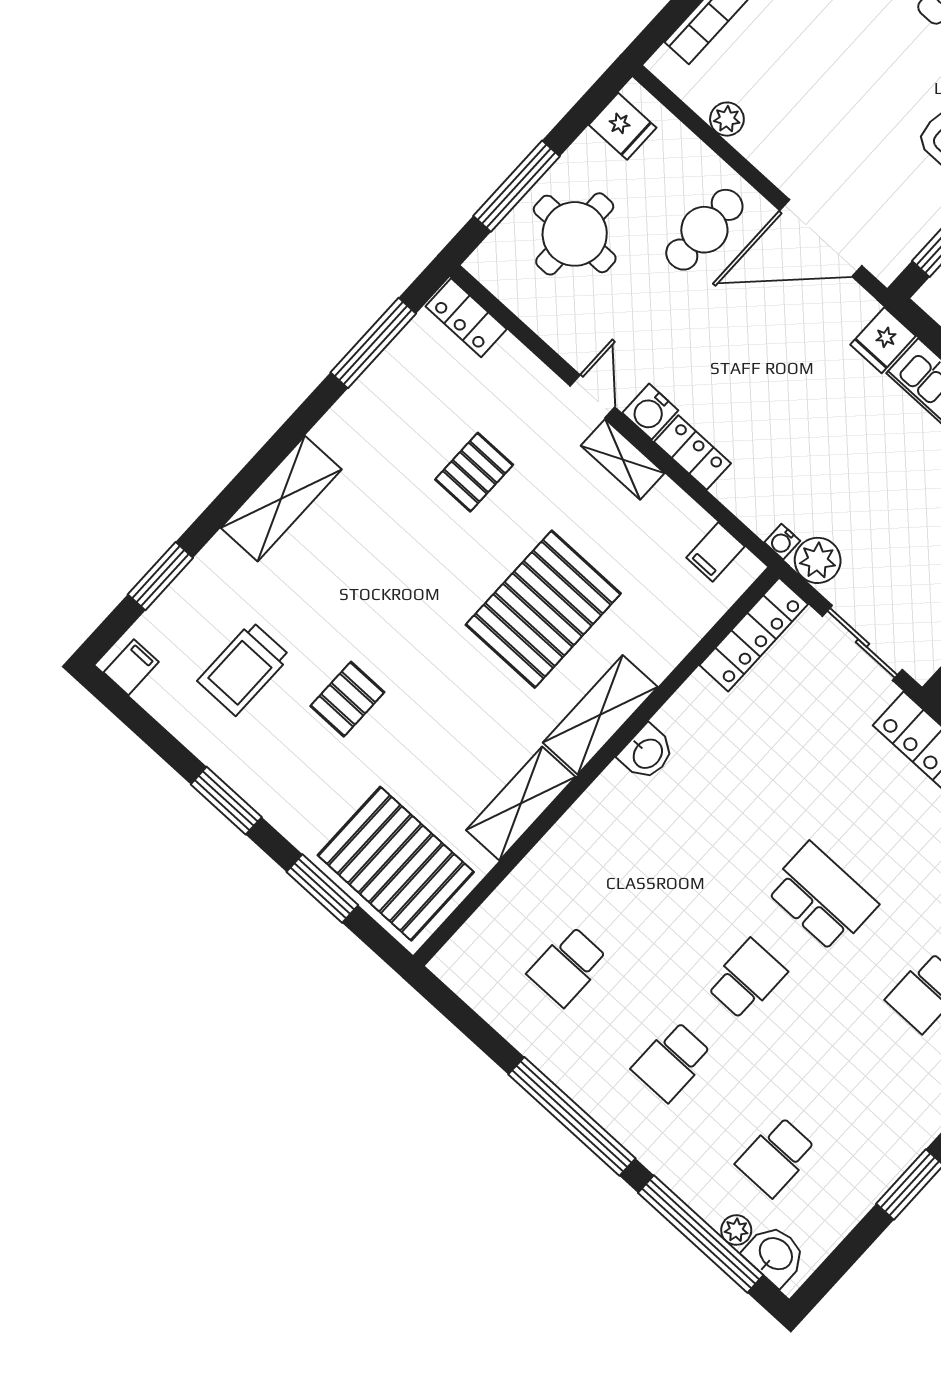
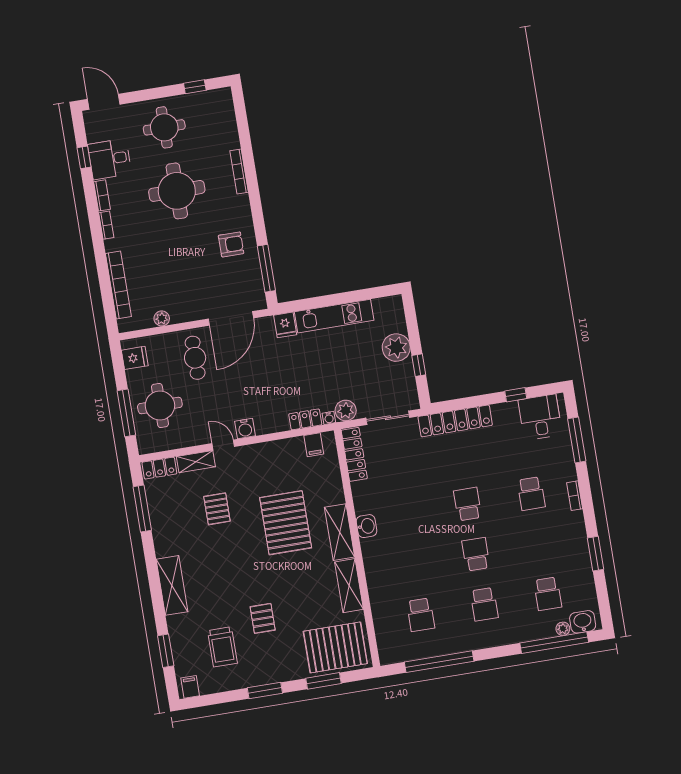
locker: (693, 453) -> (305, 419), moved
shelving: (623, 459) -> (196, 462), moved
school desk: (822, 897) -> (468, 504), width x0.54
window: (572, 1116) -> (439, 662), moved

